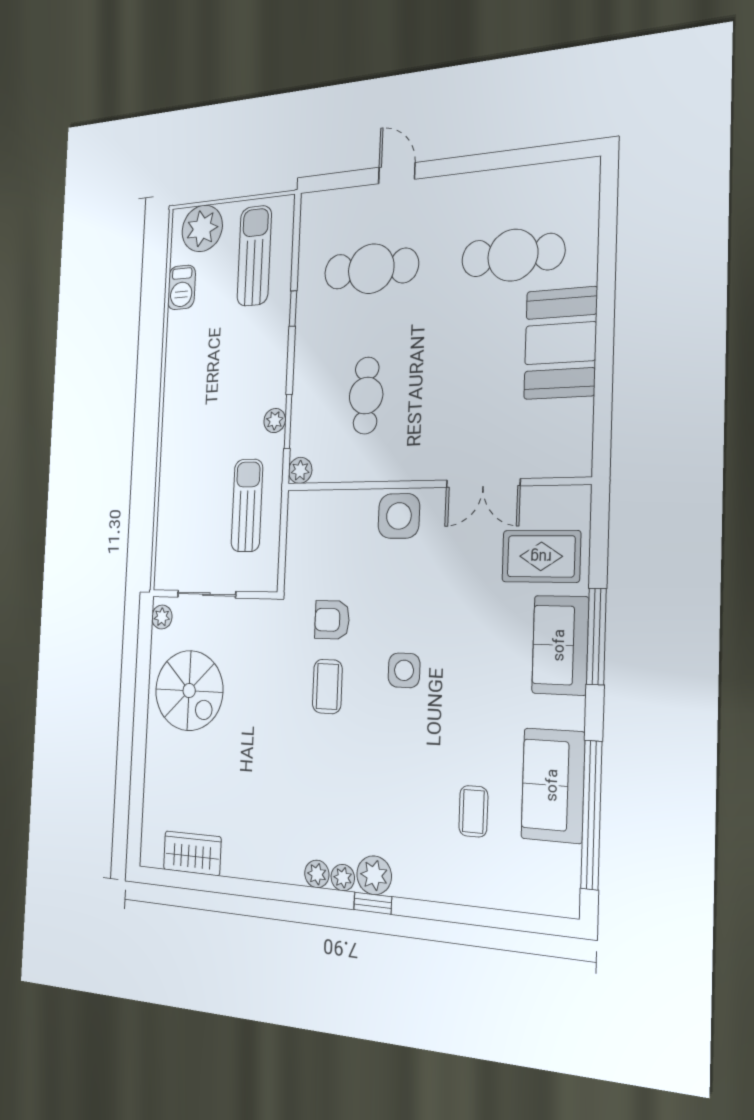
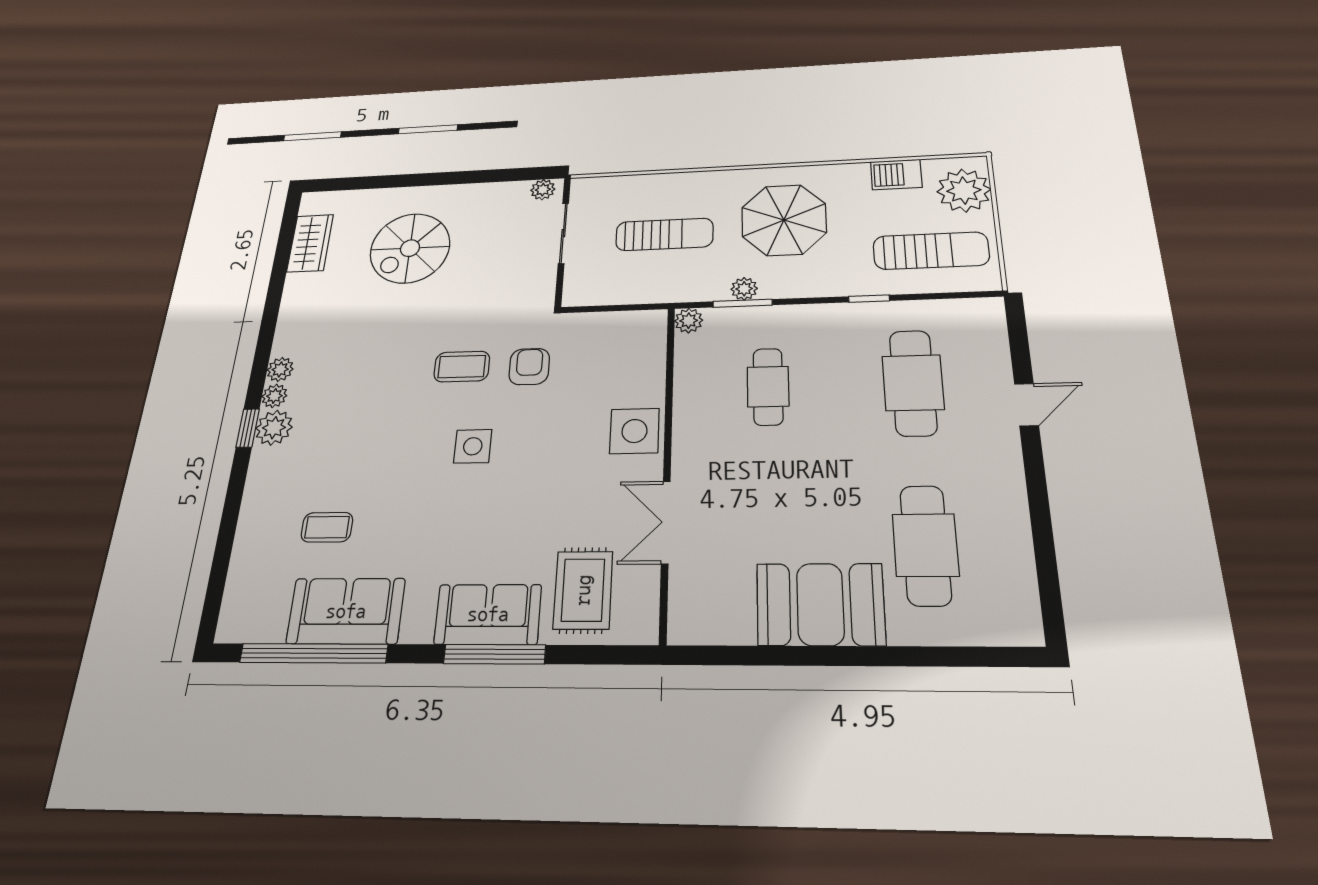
parasol: (214, 387) -> (784, 220), added
cafe table: (366, 396) -> (768, 387), turned 90
sun lounger: (247, 505) -> (664, 234), moved
spiral stairs: (189, 691) -> (410, 248), moved

